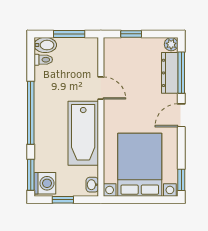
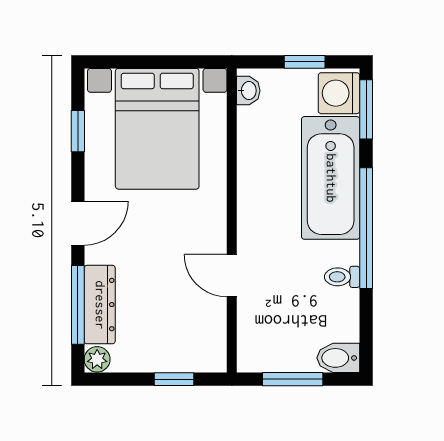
toilet: (43, 60) -> (342, 277), moved
bathtub: (83, 133) -> (331, 178), moved, turned 180
window: (181, 180) -> (78, 131), moved

